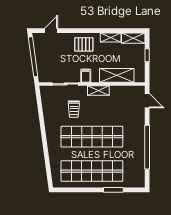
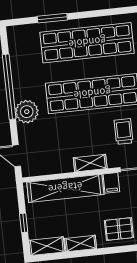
shelving: (117, 75) -> (65, 188), width x1.47
plant: (137, 129) -> (27, 112), added

